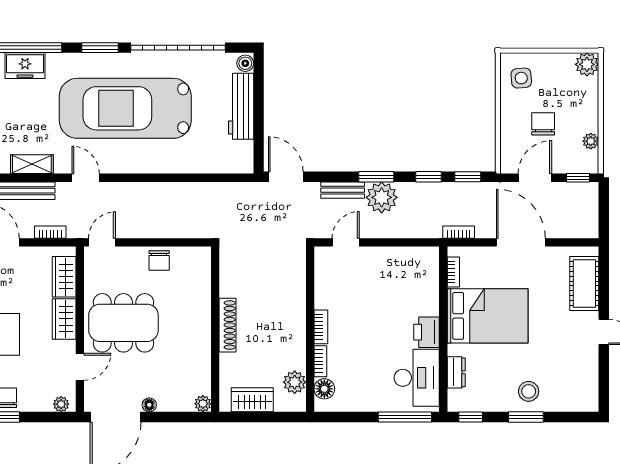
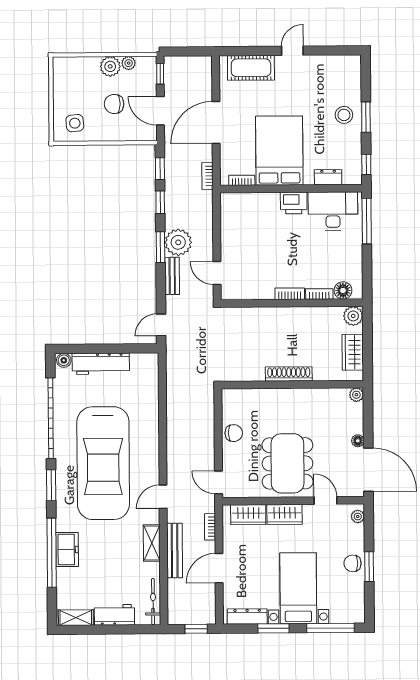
plant: (587, 64) -> (110, 66), moved
door: (286, 177) -> (161, 325), width x0.73
plant: (295, 382) -> (353, 316), moved

